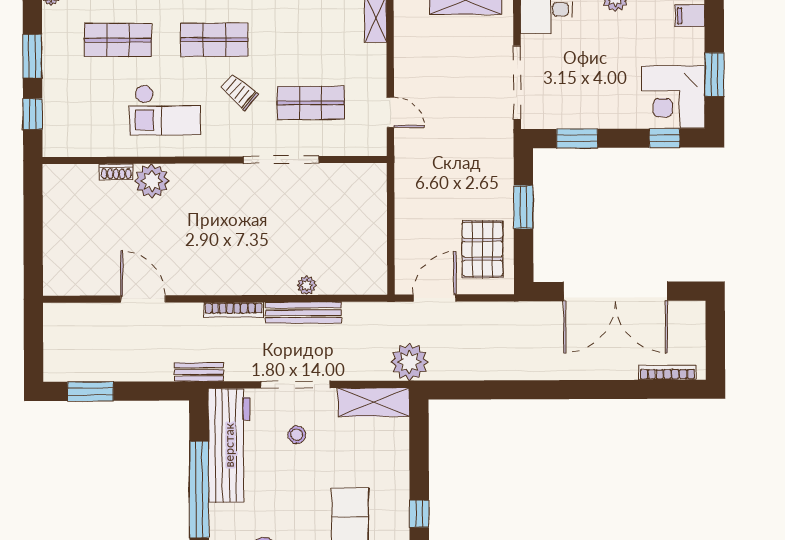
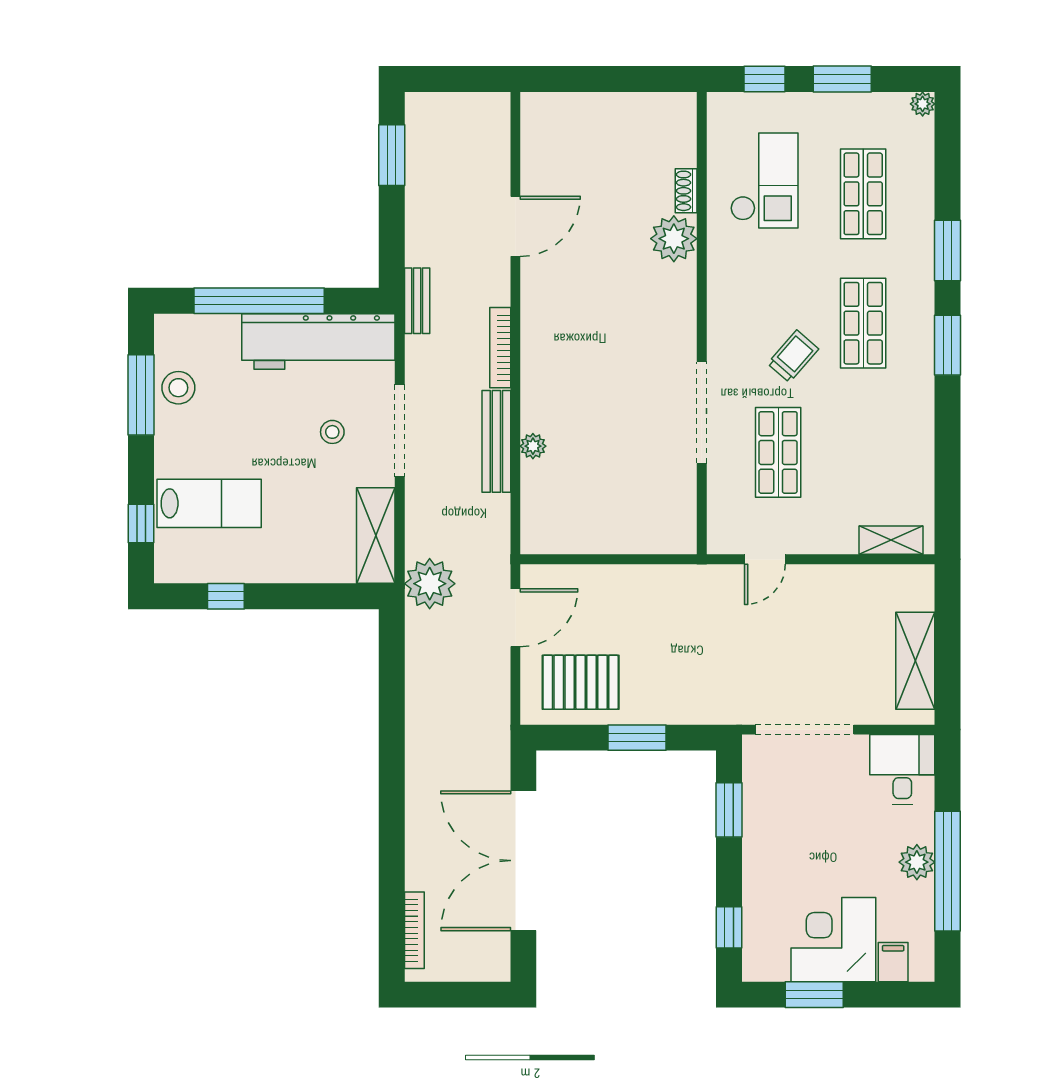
corner desk: (673, 97) -> (833, 940), moved
checkout: (165, 110) -> (764, 181), moved, turned 180
door: (435, 298) -> (515, 618), hinge flipped

